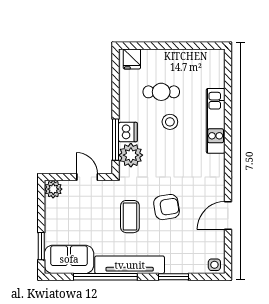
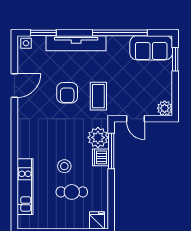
kitchen unit: (216, 121) -> (25, 187), moved
armchair: (167, 207) -> (67, 93), turned -81
coffee table: (130, 217) -> (98, 96), moved
tv unit: (130, 265) -> (76, 43), moved
window: (173, 277) -> (43, 33), moved

